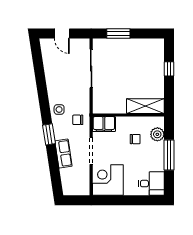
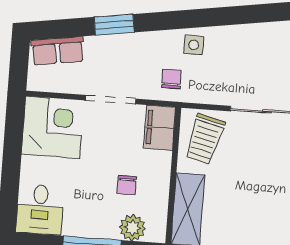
trolley: (108, 100) -> (205, 139), added
window: (49, 134) -> (114, 25), moved
row of seats: (63, 154) -> (58, 51), moved

